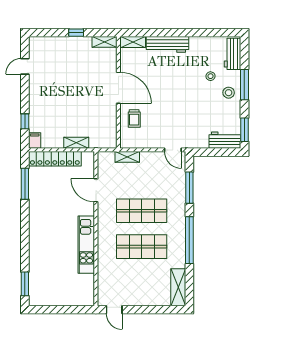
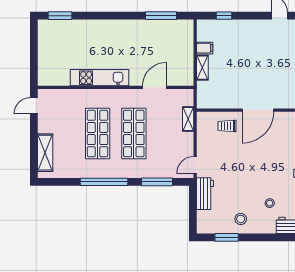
window: (244, 85) -> (261, 237), removed
stool: (229, 93) -> (241, 219), moved
window: (244, 130) -> (227, 237), moved
filing cabinet: (35, 140) -> (205, 48), moved
workbench: (225, 140) -> (205, 194), moved
locker: (55, 159) -> (186, 46), removed
shelving: (178, 287) -> (45, 153), moved, turned 90

